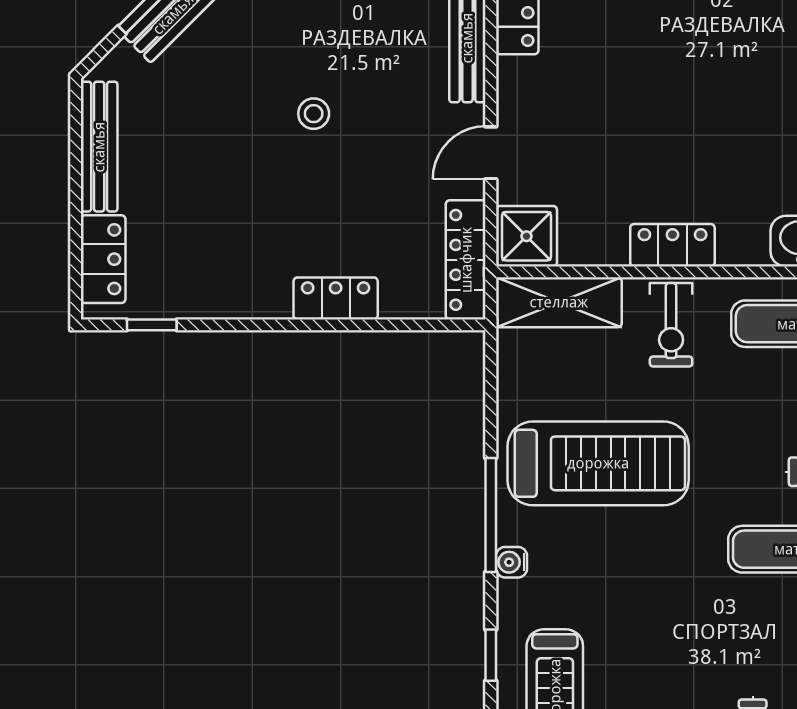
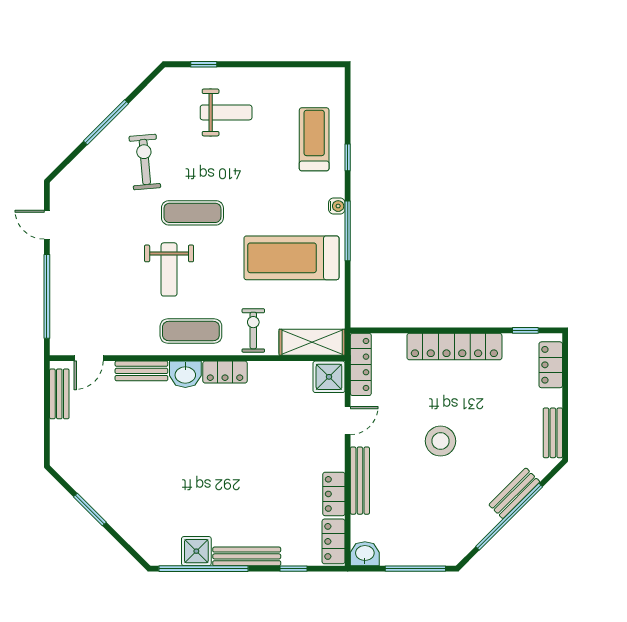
stool: (314, 114) -> (440, 441), width x1.89, depth x1.89
bench: (99, 147) -> (553, 433), width x0.73
locker: (672, 245) -> (225, 372), moved
locker: (336, 298) -> (454, 347), width x2.16, depth x1.21

